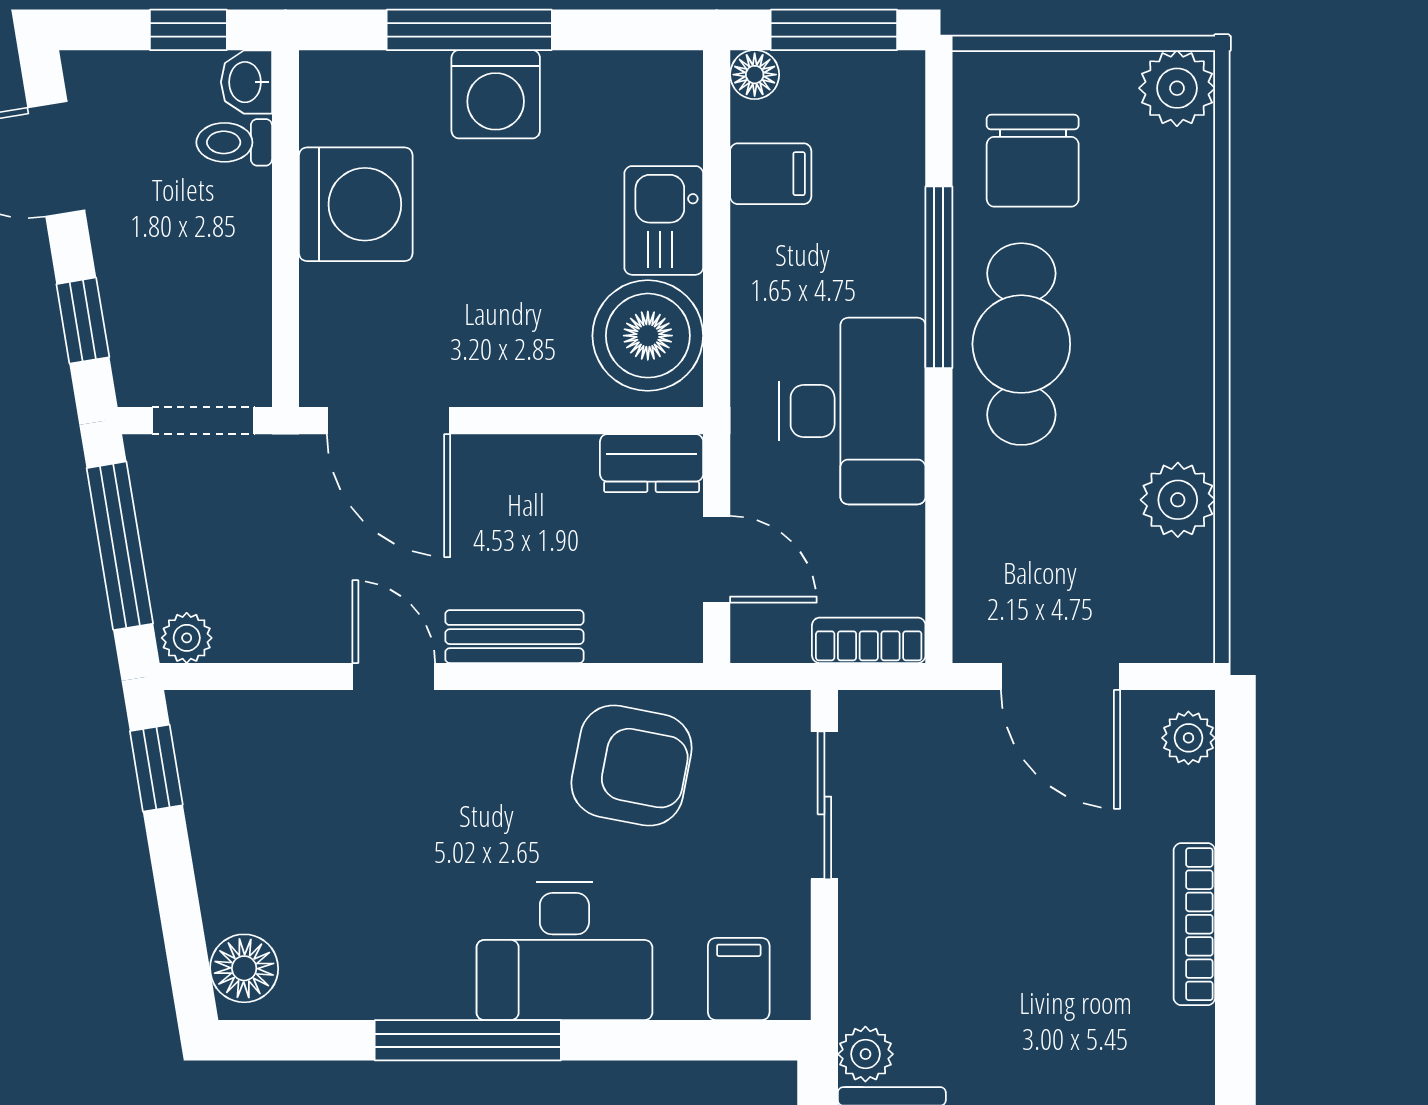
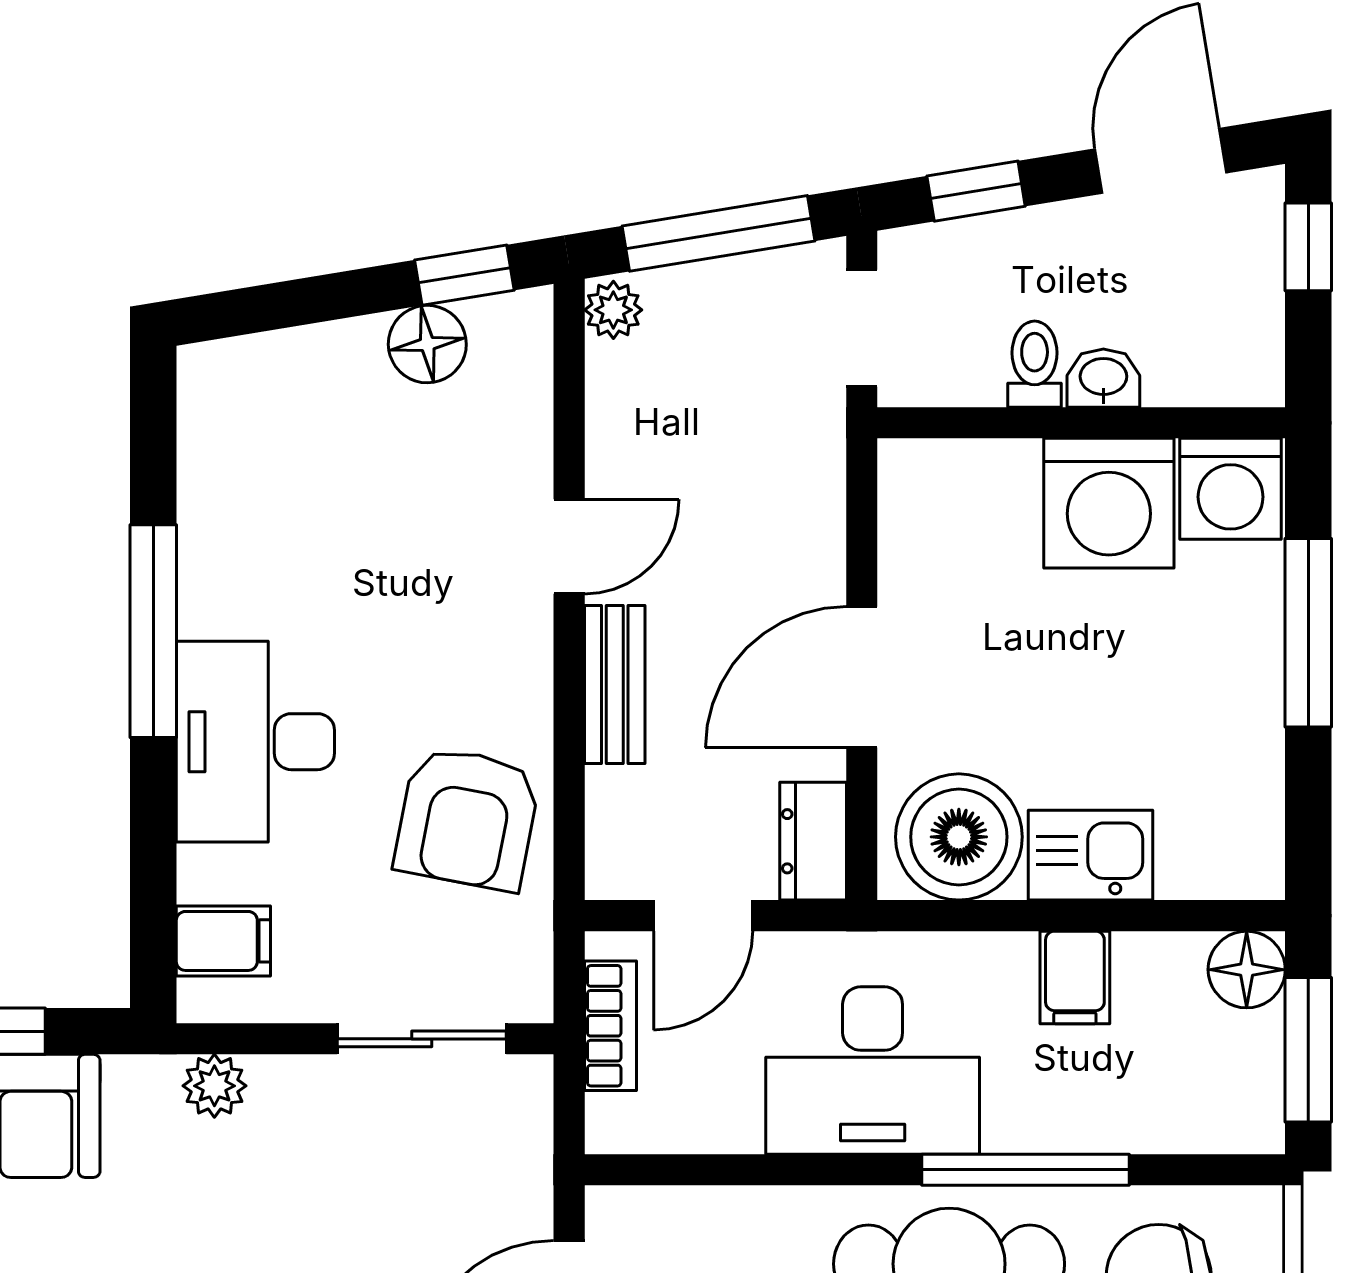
window: (188, 30) -> (1308, 247), moved
floor lamp: (755, 75) -> (1247, 970), width x1.37, depth x1.37
washbasin: (246, 82) -> (1103, 378), moved
washing machine: (496, 94) -> (1231, 489), moved, turned -90
toilet: (234, 142) -> (1035, 364), moved
filing cabinet: (771, 174) -> (1075, 977), moved
door: (389, 421) -> (862, 677), moved
bookcase: (869, 640) -> (610, 1026), moved
floor lamp: (244, 968) -> (427, 344), moved
plant: (865, 1054) -> (214, 1086), moved

